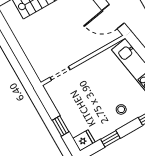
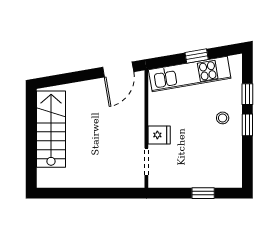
window: (110, 139) -> (247, 125), moved
fridge: (84, 140) -> (159, 135), moved, turned 90

